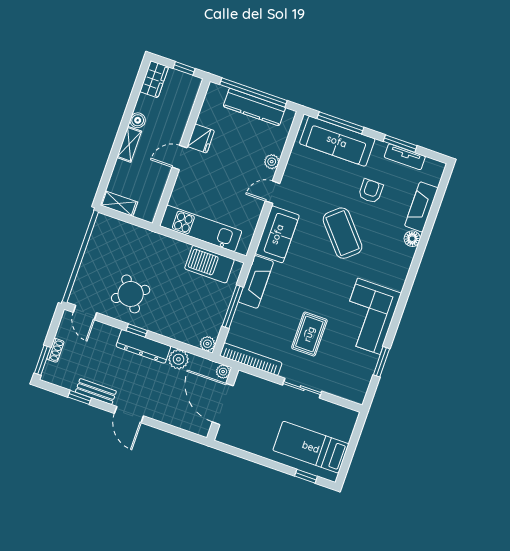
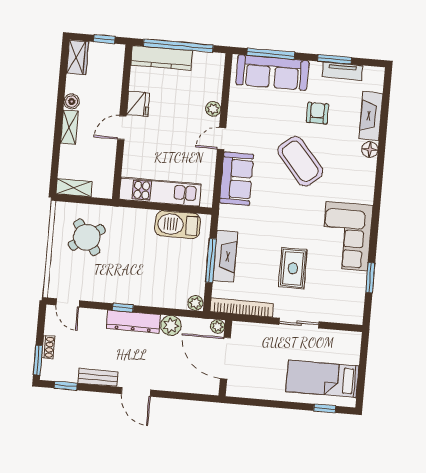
kitchen counter: (254, 107) -> (162, 58), moved
fireplace: (256, 282) -> (225, 256), moved
round table: (131, 294) -> (87, 237), moved
window: (80, 397) -> (66, 386), moved

